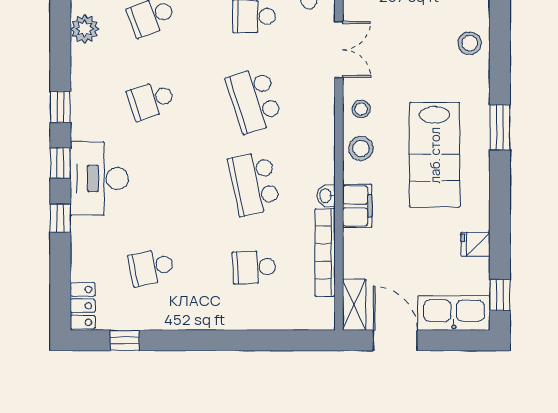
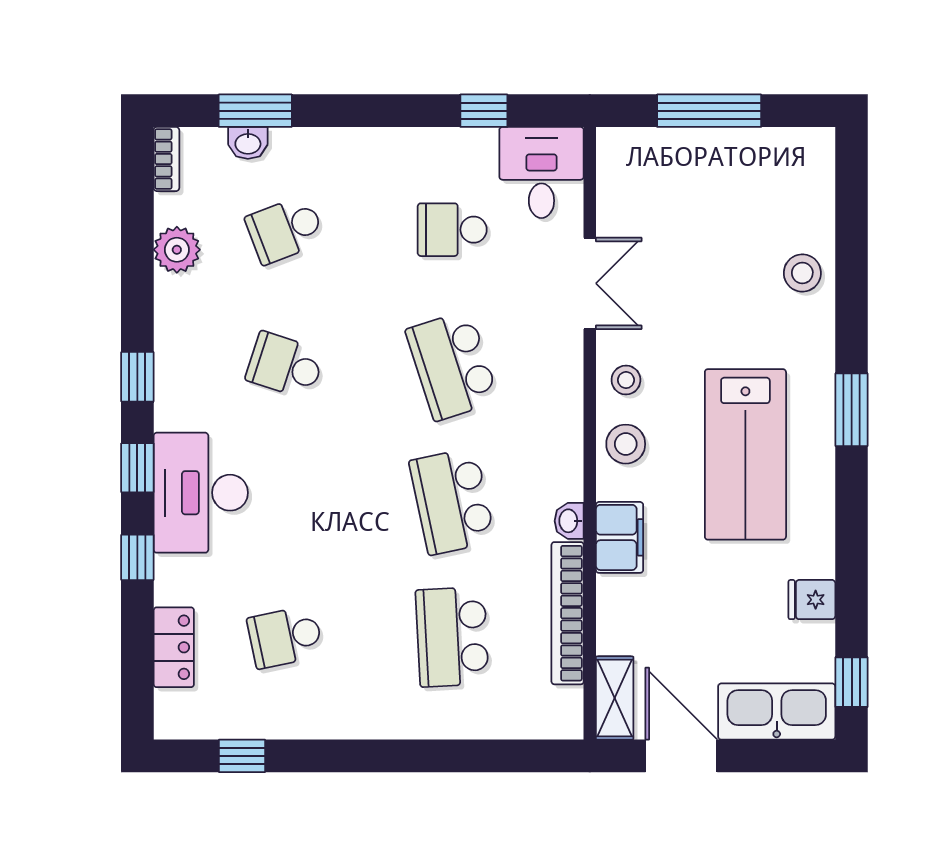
school desk: (151, 100) -> (285, 365), turned 36
school desk: (254, 267) -> (452, 637), width x1.85
locker: (83, 306) -> (174, 647), moved

